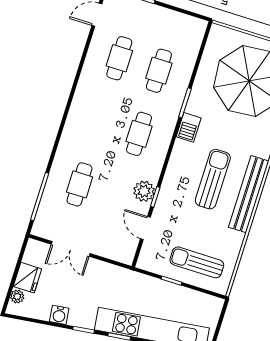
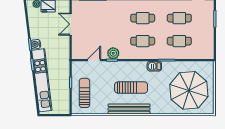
cafe table: (80, 184) -> (143, 18), moved
water cooler: (59, 315) -> (36, 44), moved

